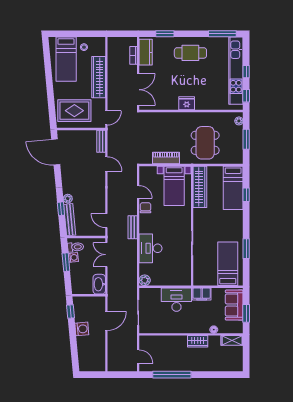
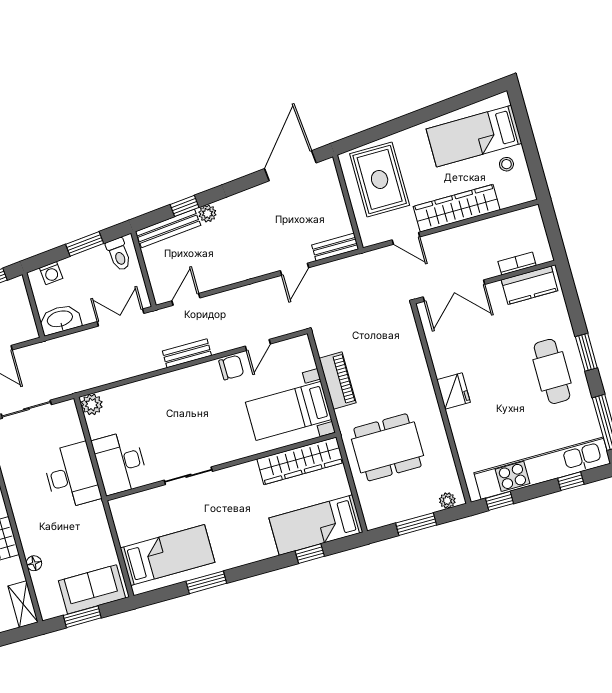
window: (165, 34) -> (586, 352), moved
window: (246, 72) -> (571, 481), moved
door: (106, 118) -> (406, 238), moved
desk: (151, 248) -> (120, 463), moved, turned -90
washing machine: (73, 257) -> (51, 273), moved
filing cabinet: (202, 294) -> (96, 521), removed

